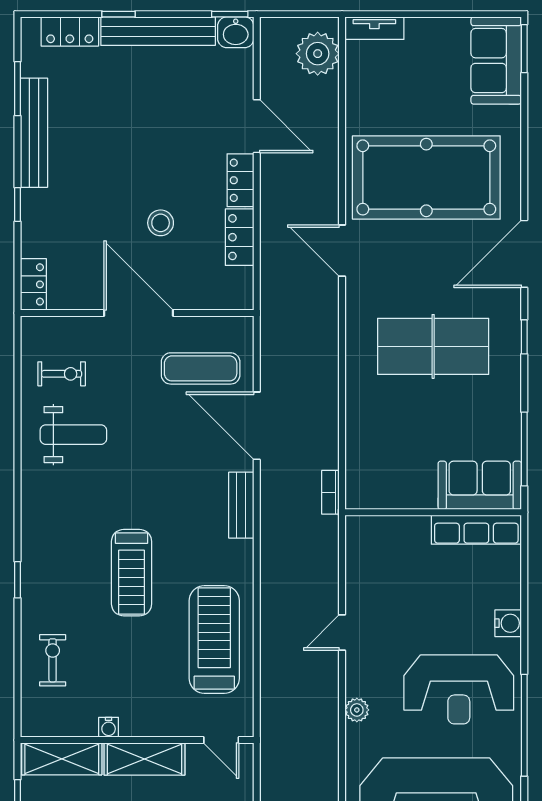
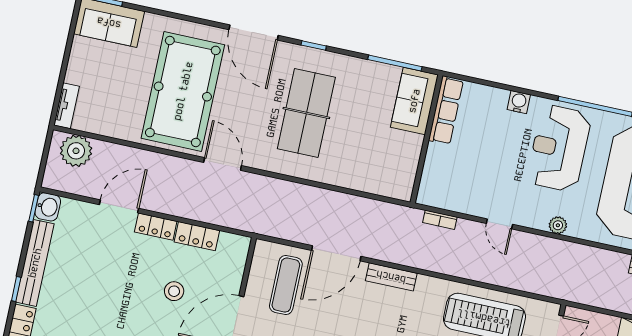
door: (342, 251) -> (223, 164), swing flipped
bookcase: (330, 492) -> (440, 220), moved
reception desk: (459, 689) -> (559, 148), turned 180

